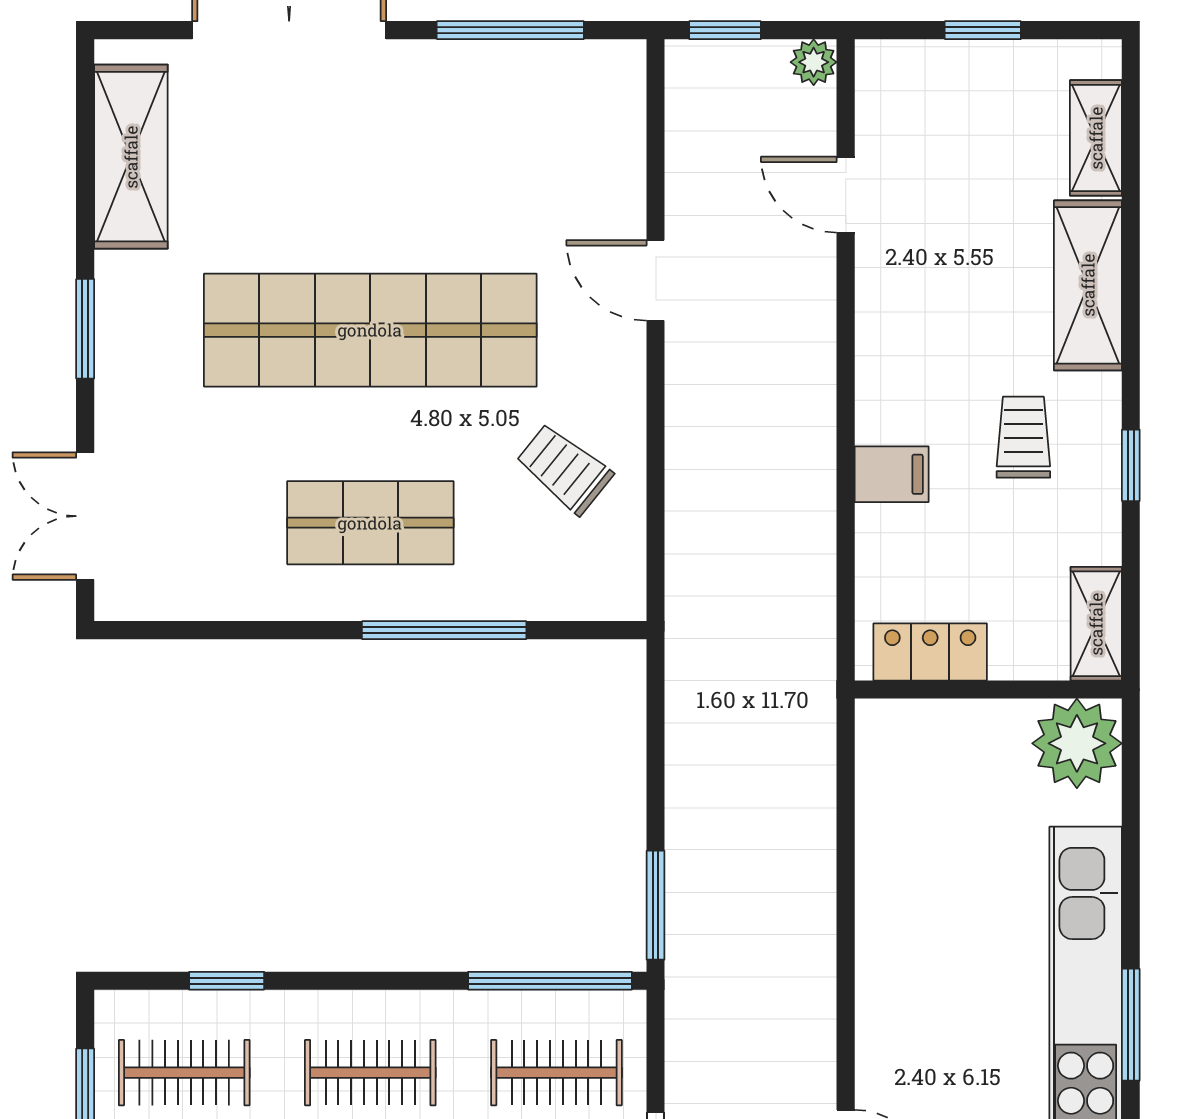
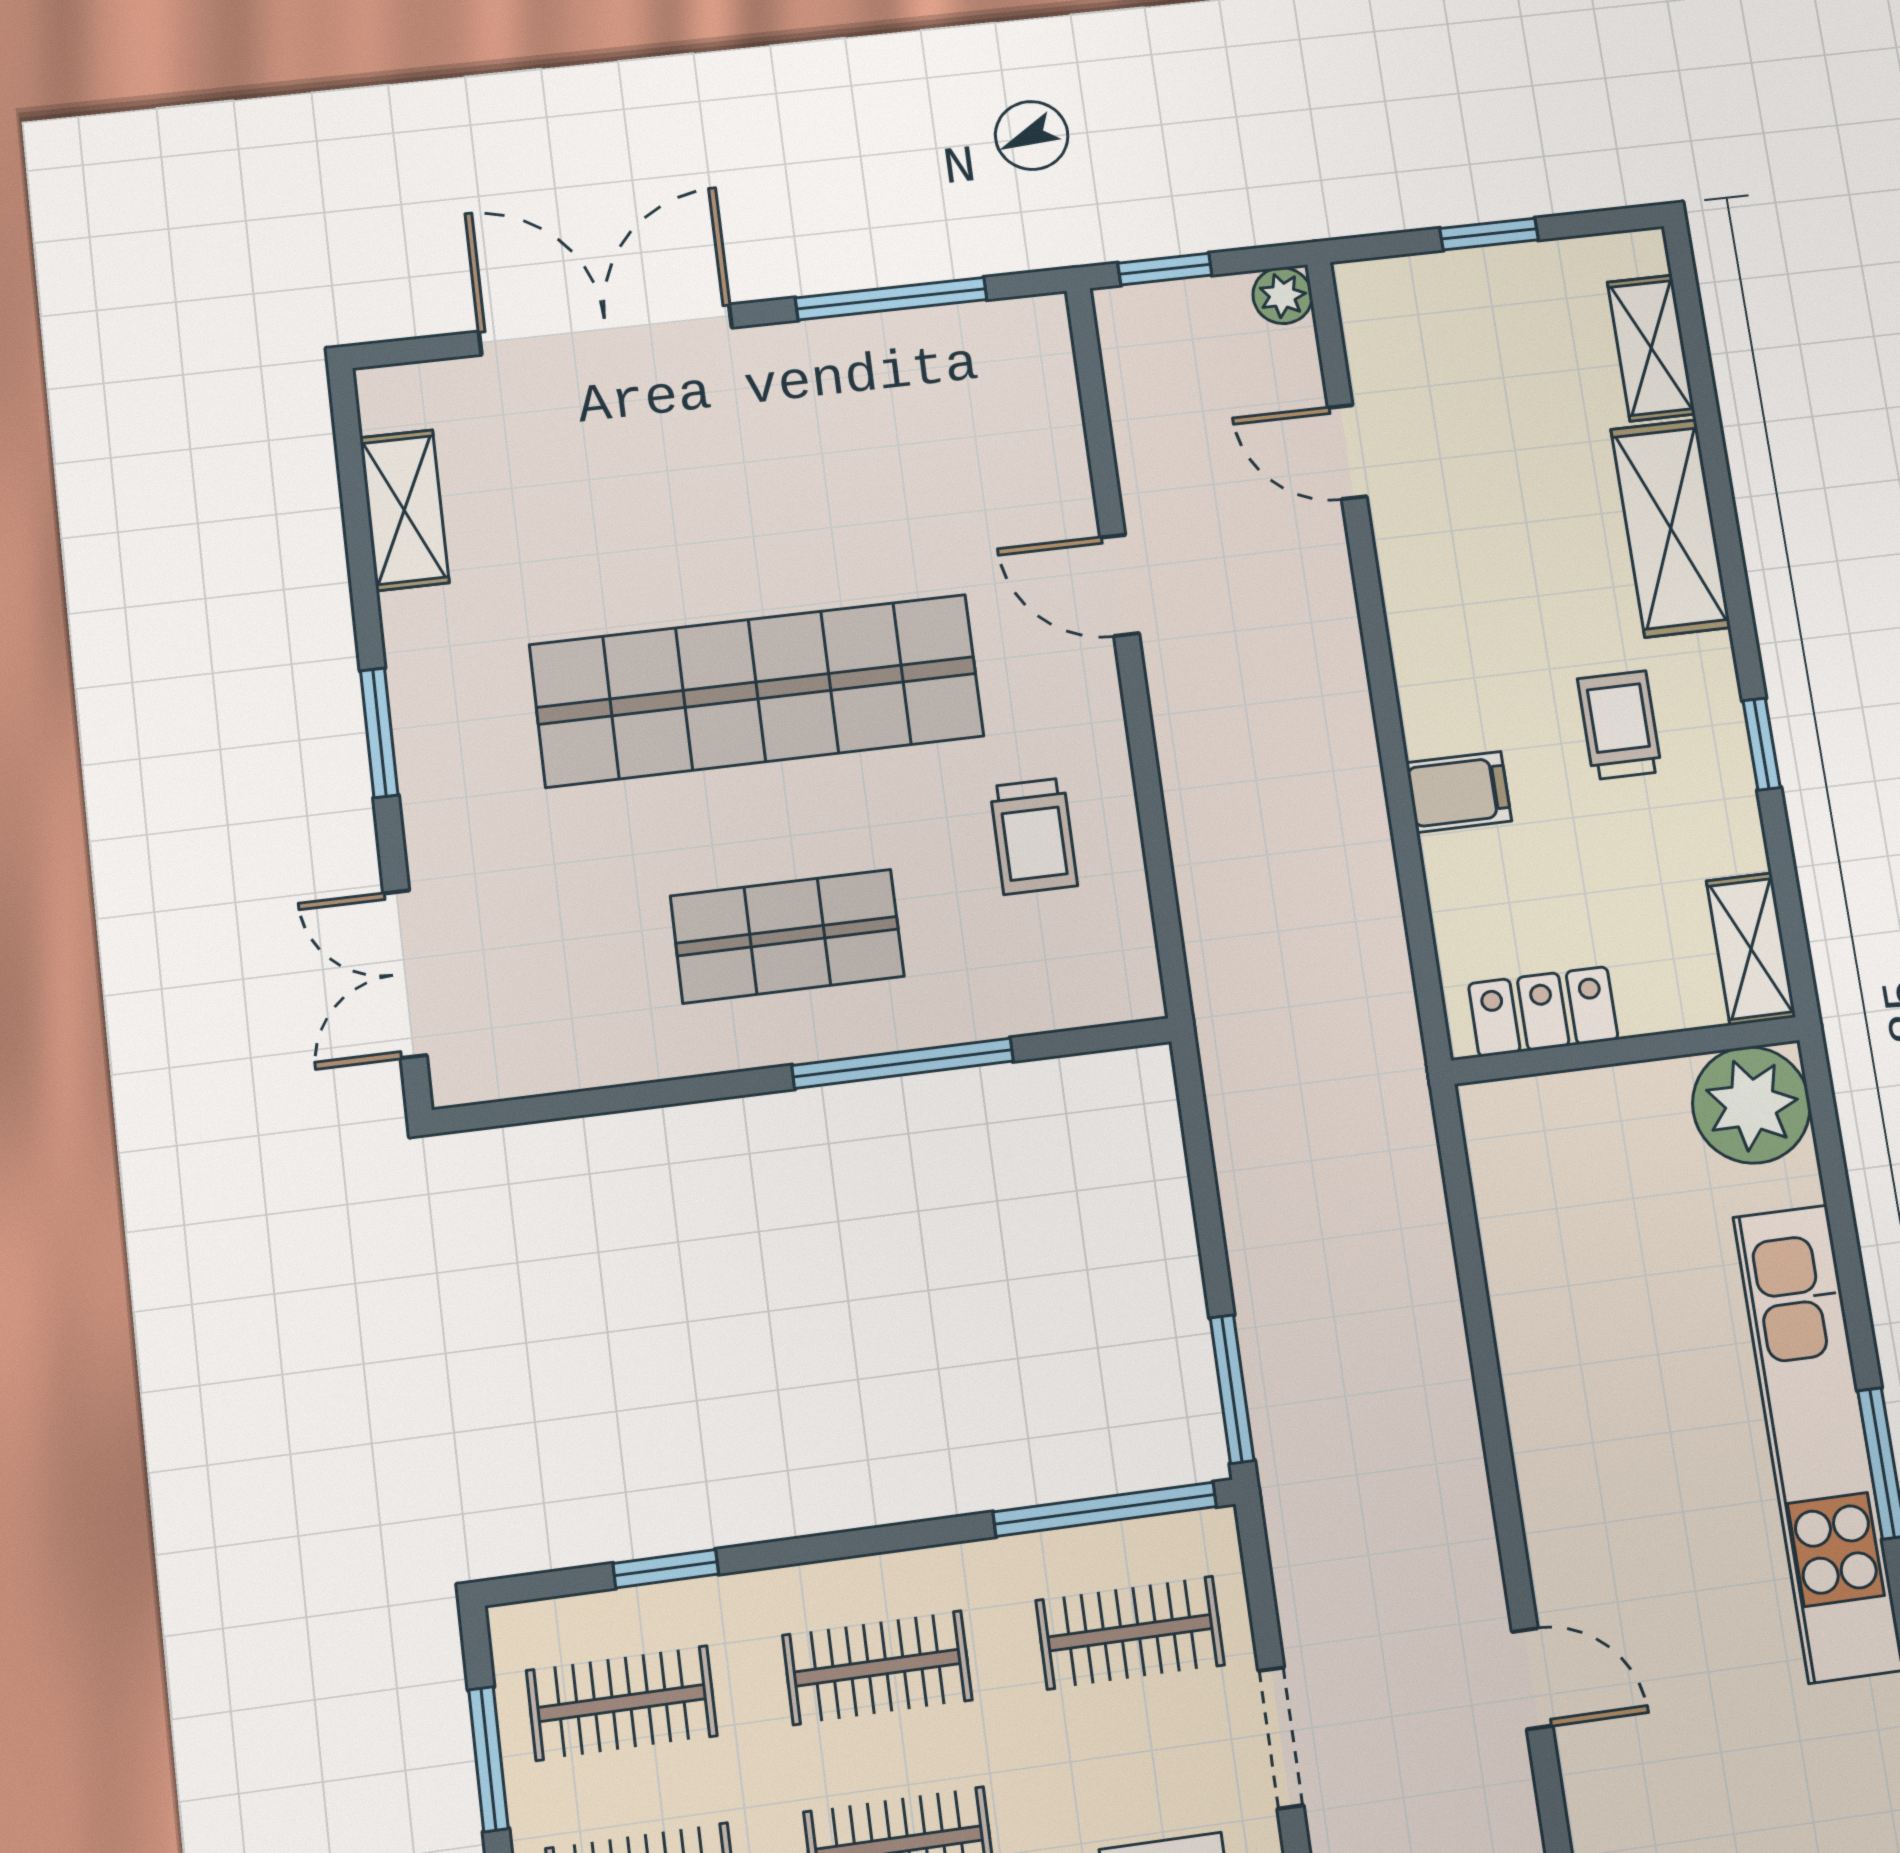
shelving: (131, 157) -> (404, 510), width x0.67, depth x0.75
trolley: (564, 469) -> (1034, 836), turned -129

